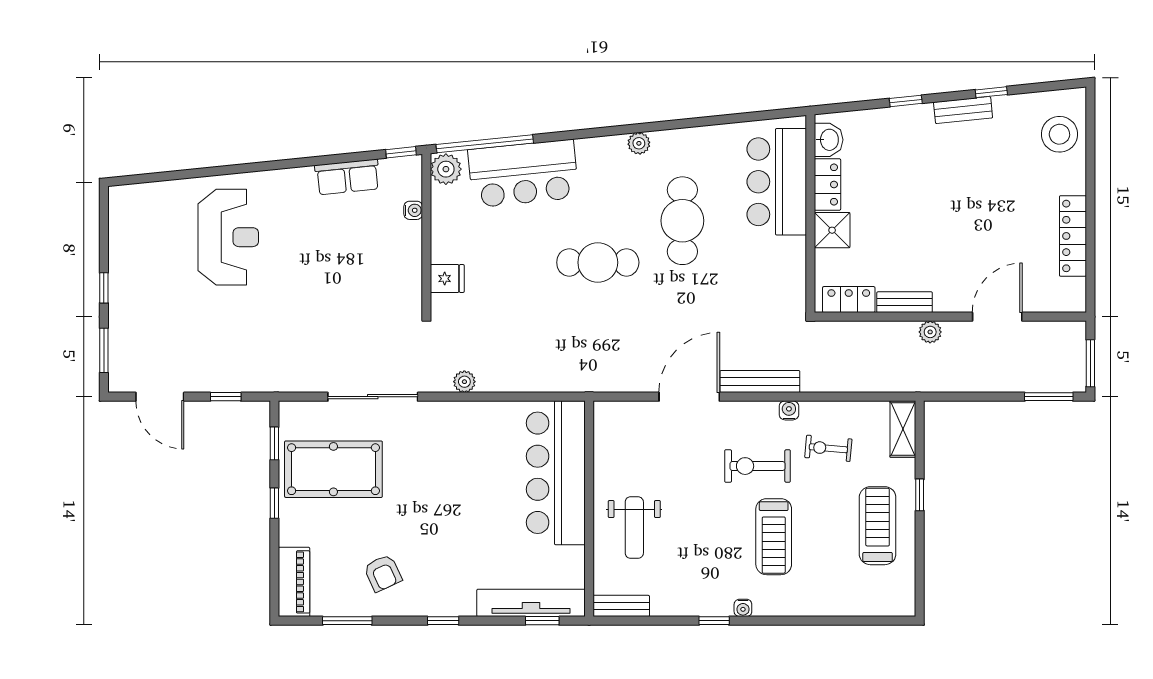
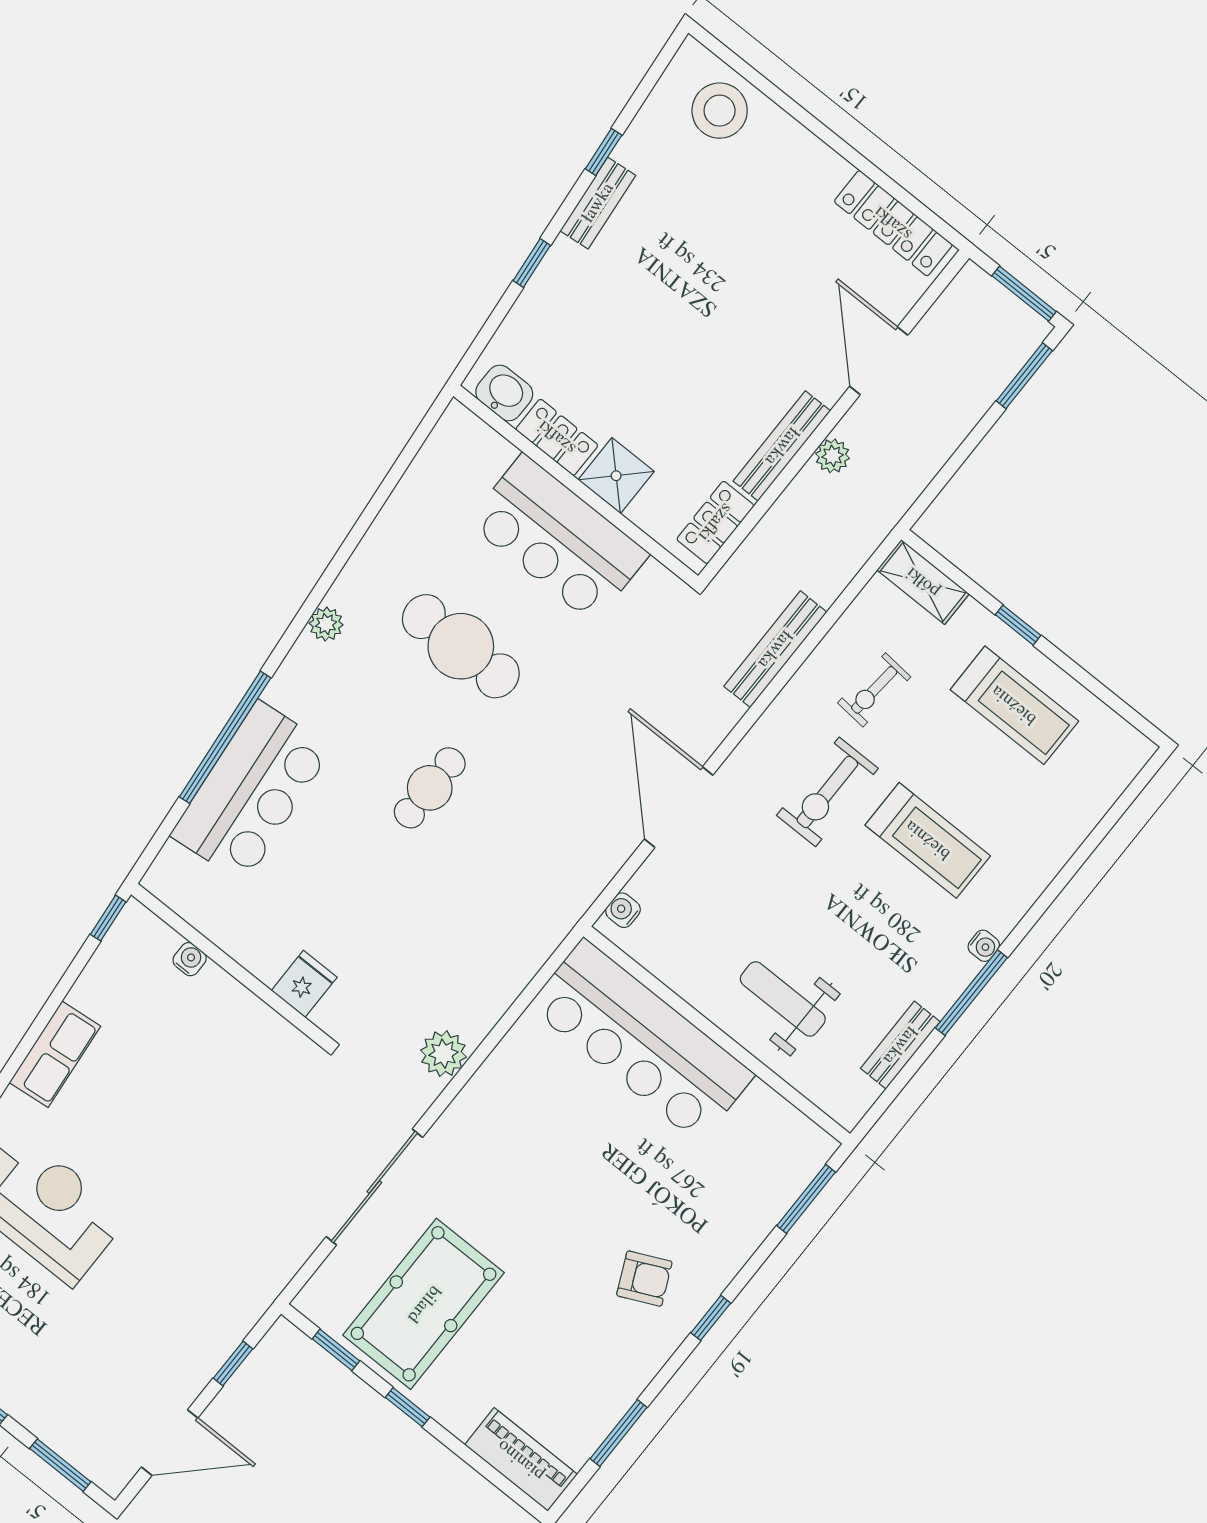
window: (485, 144) -> (225, 737), moved
plant: (446, 169) -> (172, 880), removed
row of seats: (347, 177) -> (55, 1054), moved
bar counter: (777, 182) -> (558, 538), moved
locker: (1073, 236) -> (893, 223), moved
cafe table: (598, 262) -> (430, 788), width x0.73, depth x0.74
bench: (905, 302) -> (782, 446), width x1.36
plant: (464, 382) -> (443, 1054), width x1.38, depth x1.38
bench: (760, 382) -> (775, 649), moved
water cooler: (789, 410) -> (623, 910), moved
treadmill: (878, 526) -> (1014, 705), turned 180
weight bench: (634, 528) -> (783, 999), turned 180
armchair: (383, 573) -> (644, 1279), moved
tv unit: (531, 603) -> (774, 1195), removed
bench: (621, 606) -> (900, 1045), moved
window: (542, 621) -> (806, 1199), width x1.50
window: (714, 621) -> (971, 993), width x2.17

